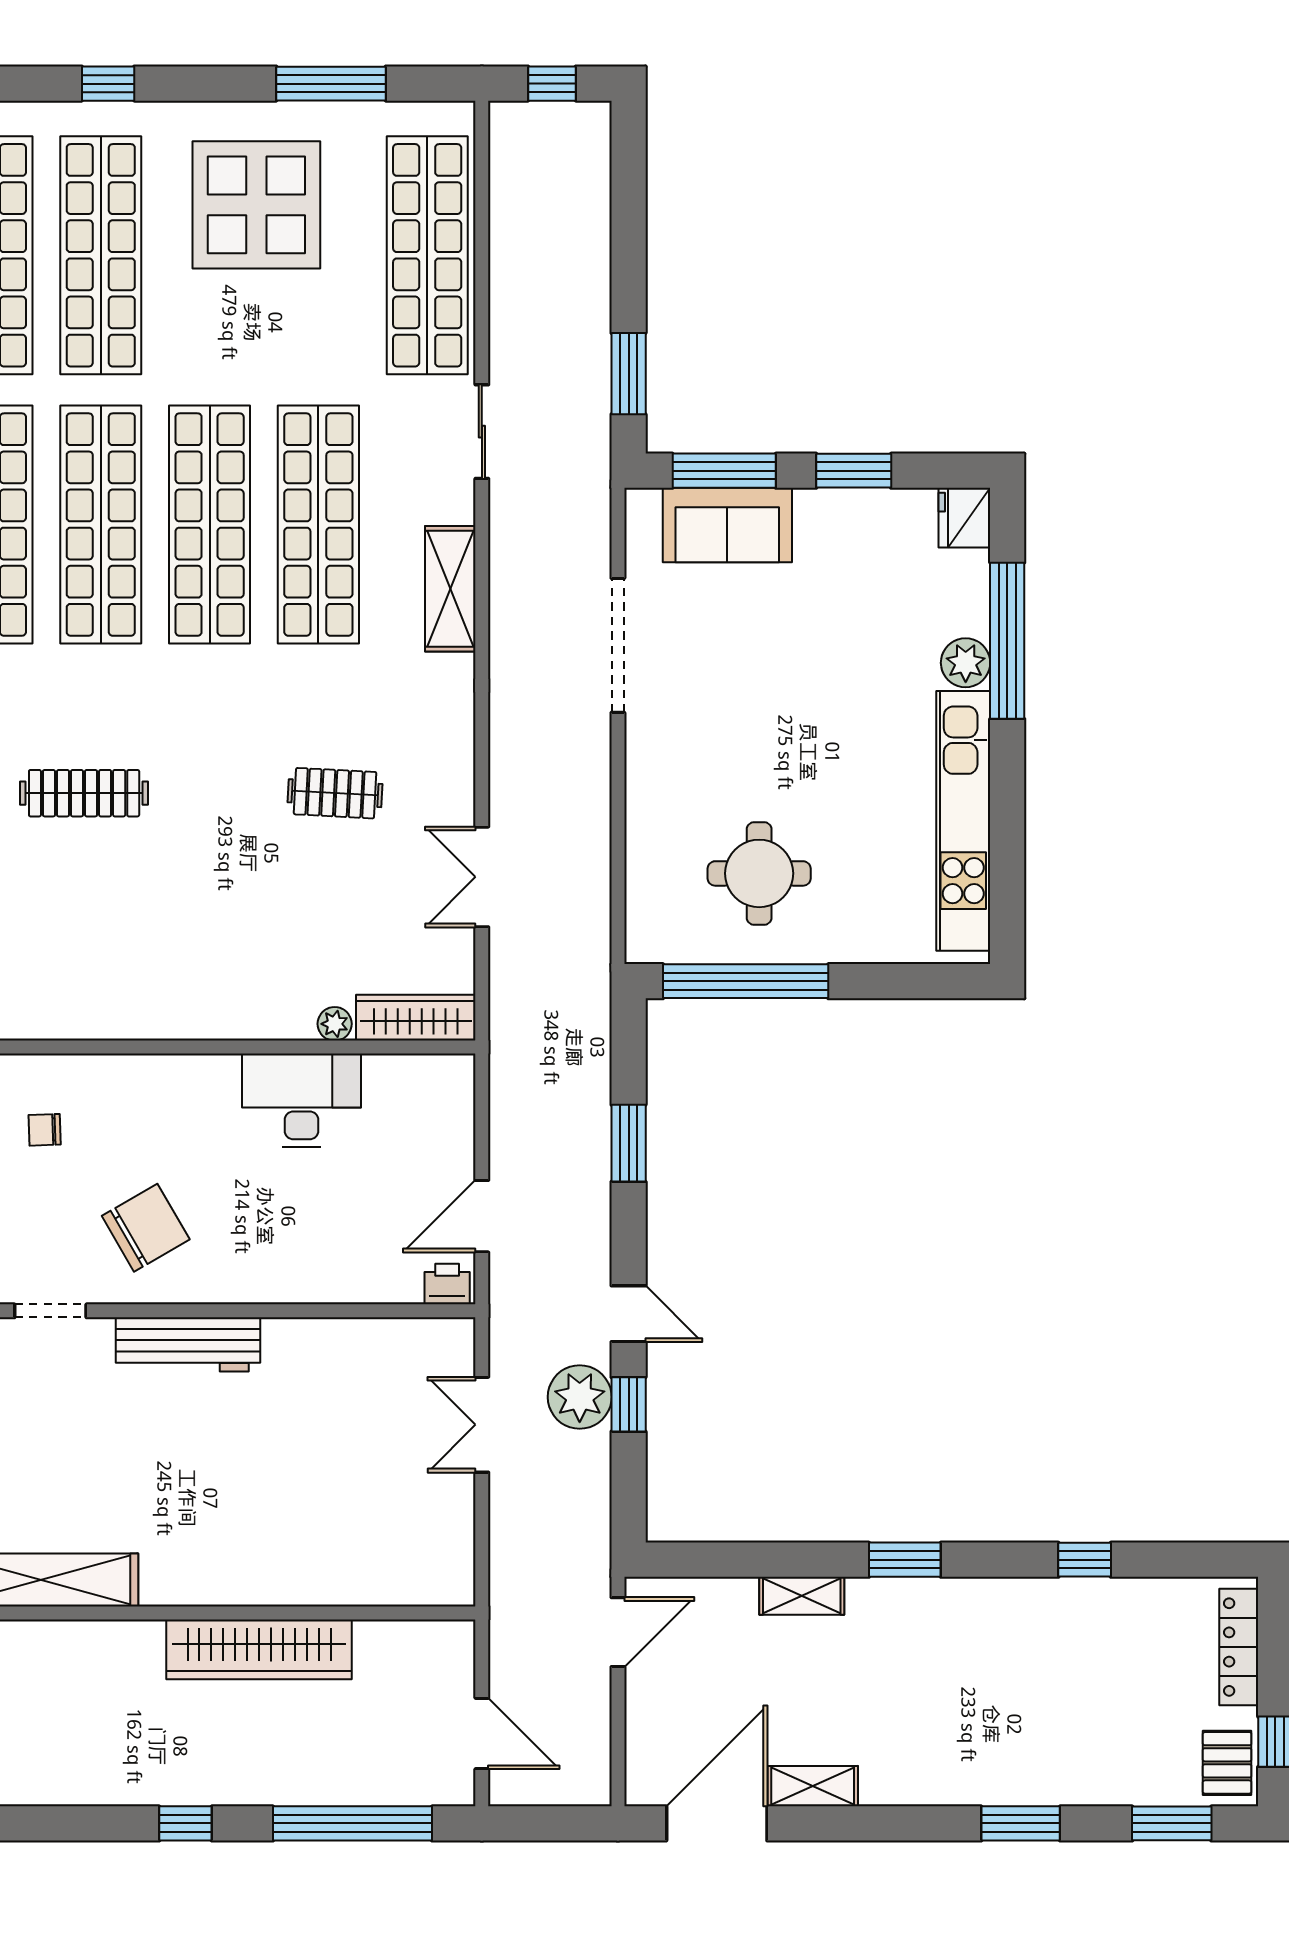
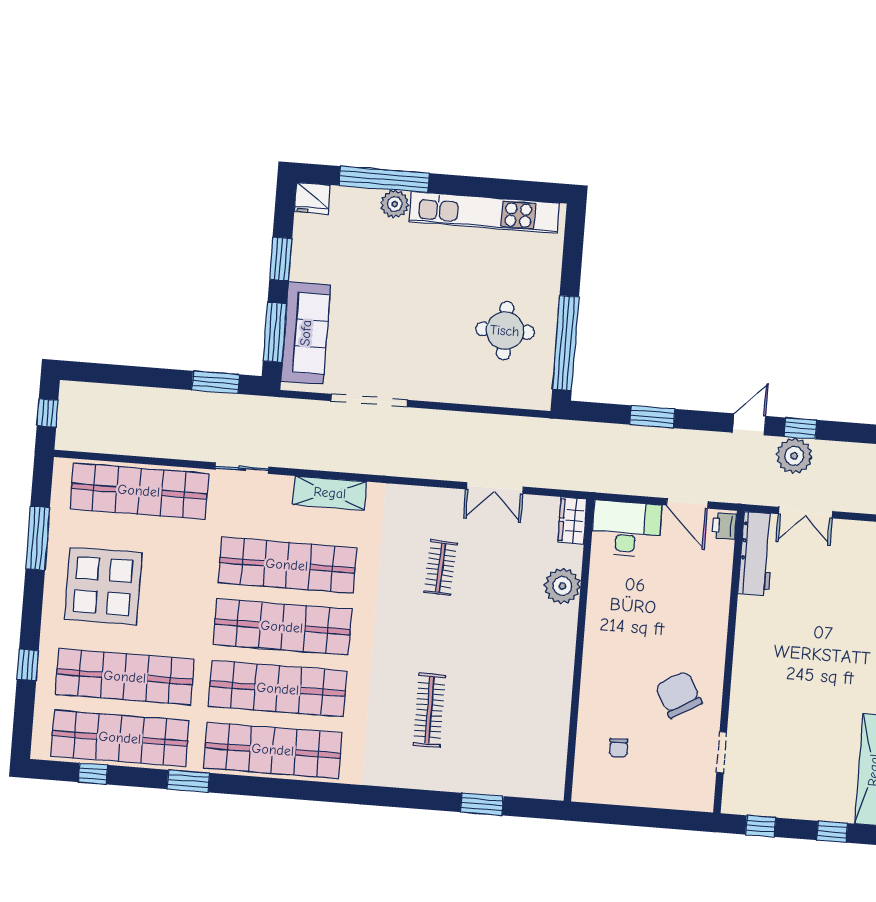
sofa: (727, 525) -> (306, 333), width x1.36
wardrobe: (416, 1018) -> (572, 521), width x0.67
plant: (335, 1024) -> (562, 586), width x1.88, depth x1.88
desk: (301, 1100) -> (626, 529), moved, turned 90
workbench: (188, 1344) -> (756, 554), moved

